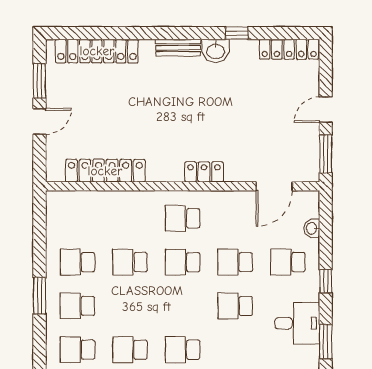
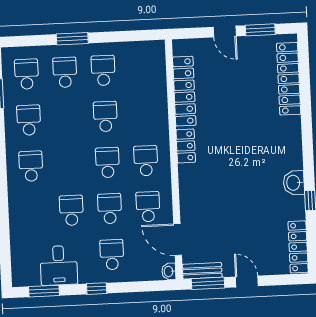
bench: (178, 48) -> (202, 271), moved, turned 90
locker: (204, 172) -> (186, 146), moved
school desk: (235, 218) -> (148, 207), added
washbasin: (312, 228) -> (169, 271), moved, turned -90

